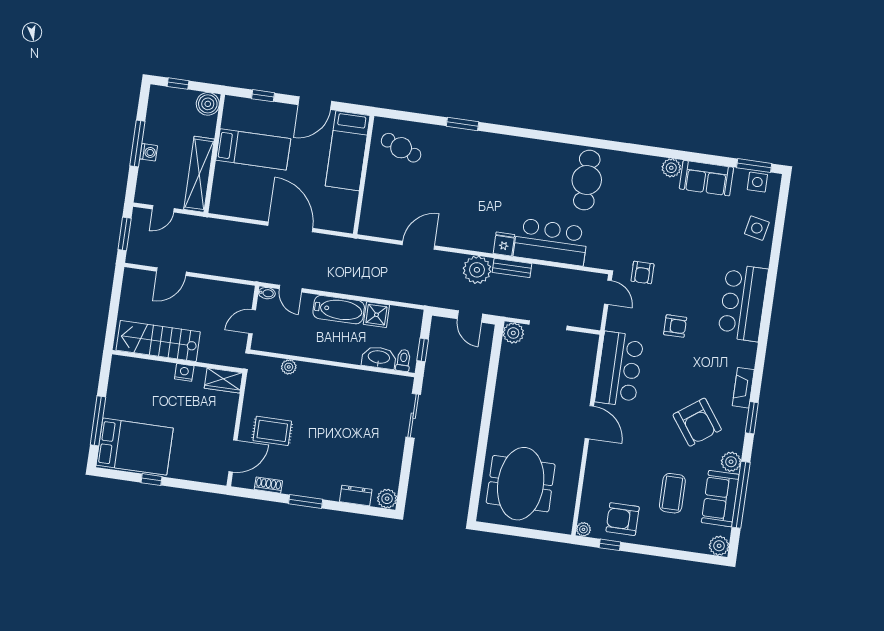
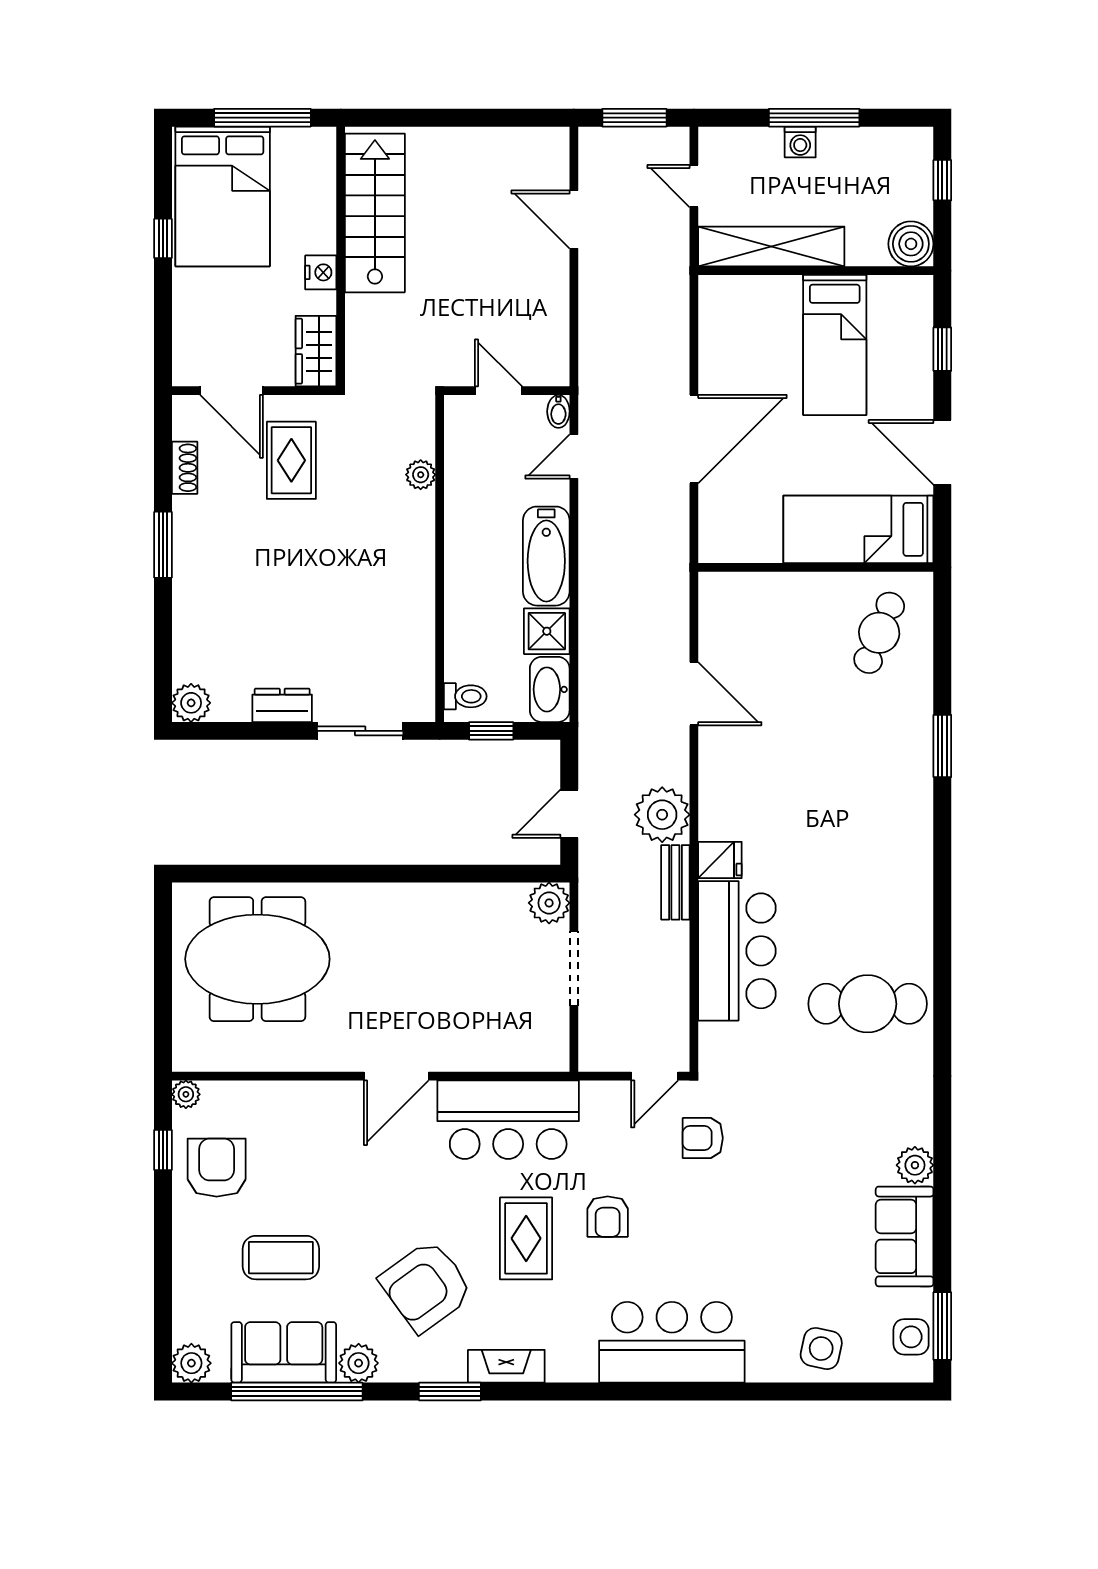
stairs: (158, 341) -> (375, 213), moved
washbasin: (379, 358) -> (550, 689), moved, turned 180
wall: (178, 361) -> (341, 256), moved
rug: (680, 369) -> (526, 1238), added
nightstand: (184, 372) -> (321, 272), moved
wardrobe: (223, 381) -> (316, 351), moved
dresser: (356, 495) -> (282, 705), moved, turned -90

